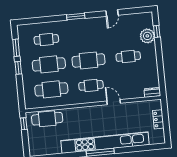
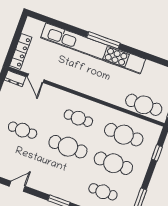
window: (18, 68) -> (157, 153), moved
door: (114, 102) -> (36, 78), moved
locker: (158, 119) -> (21, 51), width x1.53

